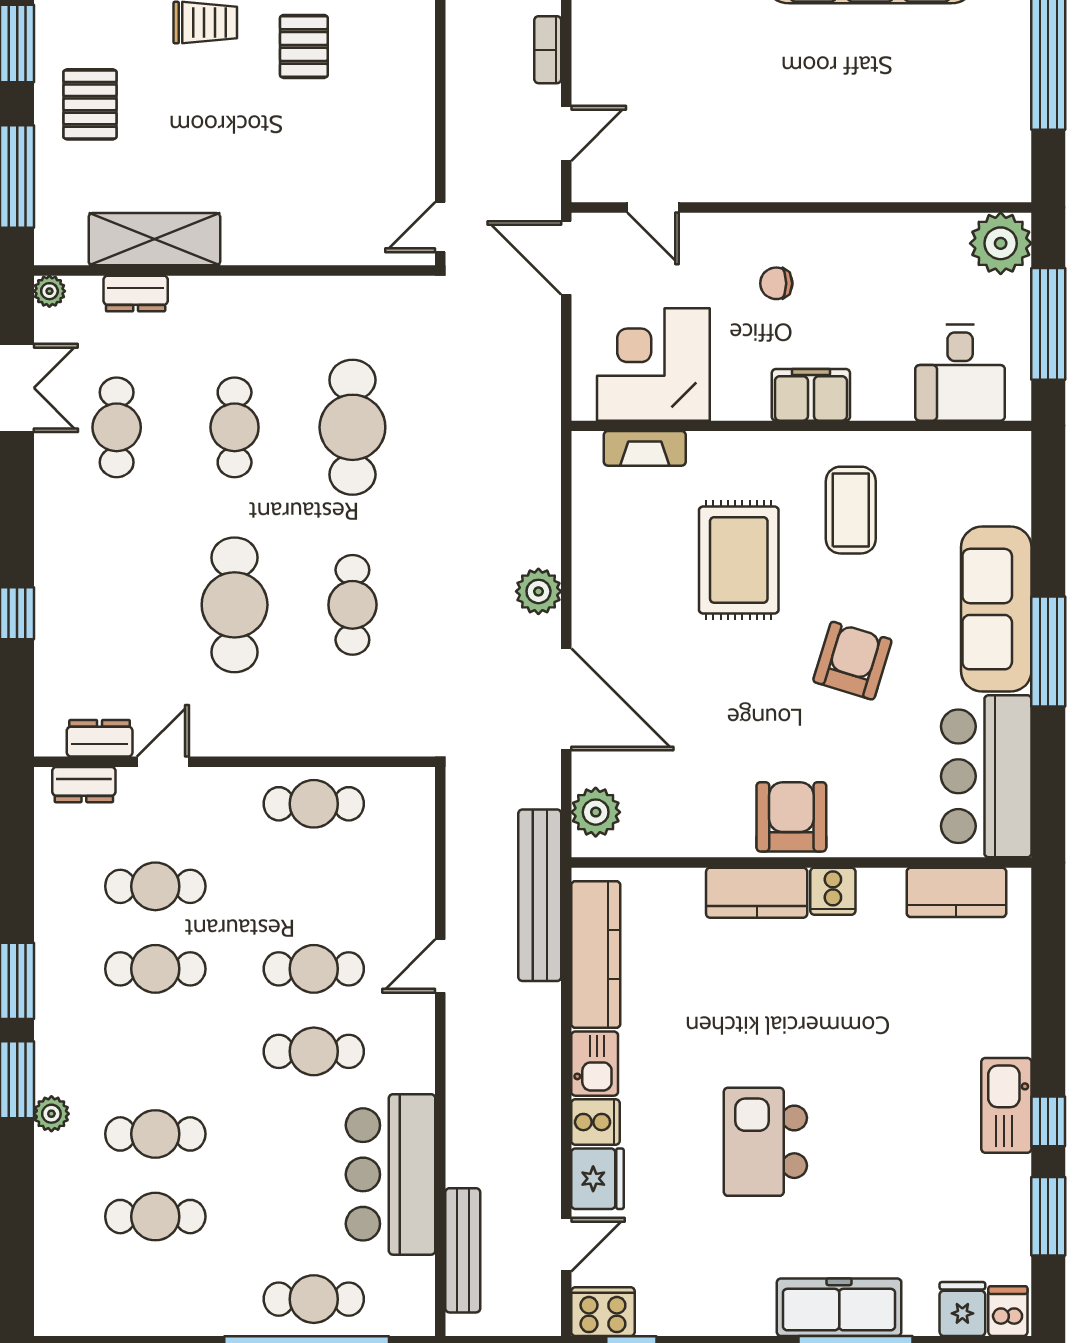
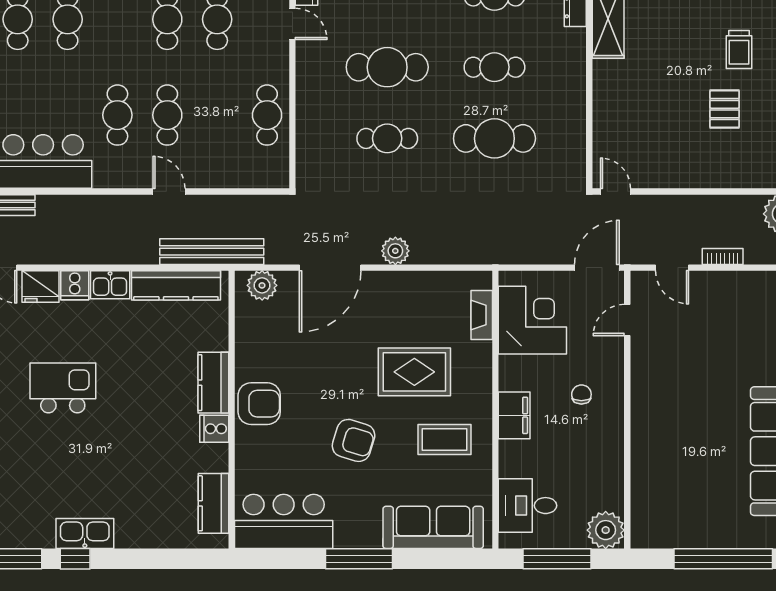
pallet: (304, 46) -> (725, 109), turned 90
sofa: (996, 609) -> (433, 527), moved

